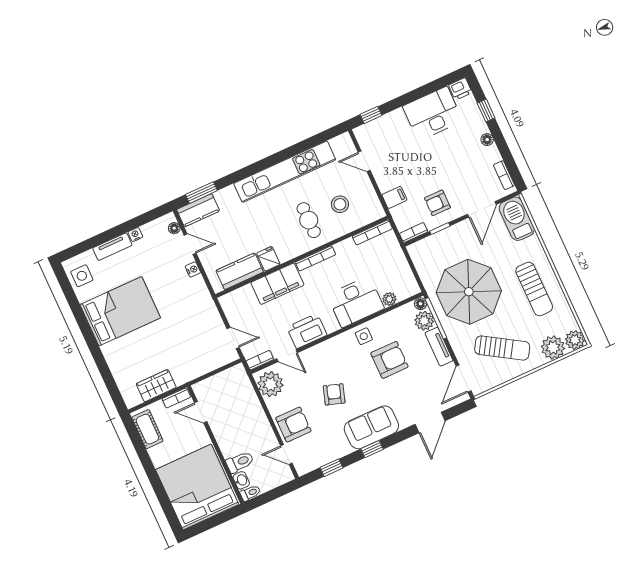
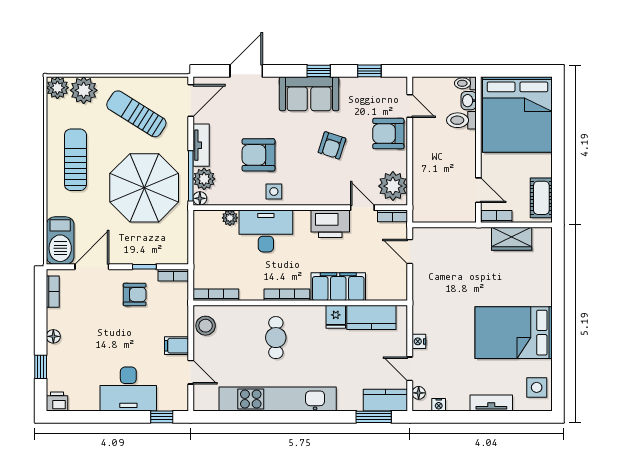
desk: (433, 114) -> (128, 389), moved
filing cabinet: (394, 197) -> (177, 346), moved
stool: (340, 204) -> (206, 326), moved
nightstand: (135, 235) -> (439, 405), moved

